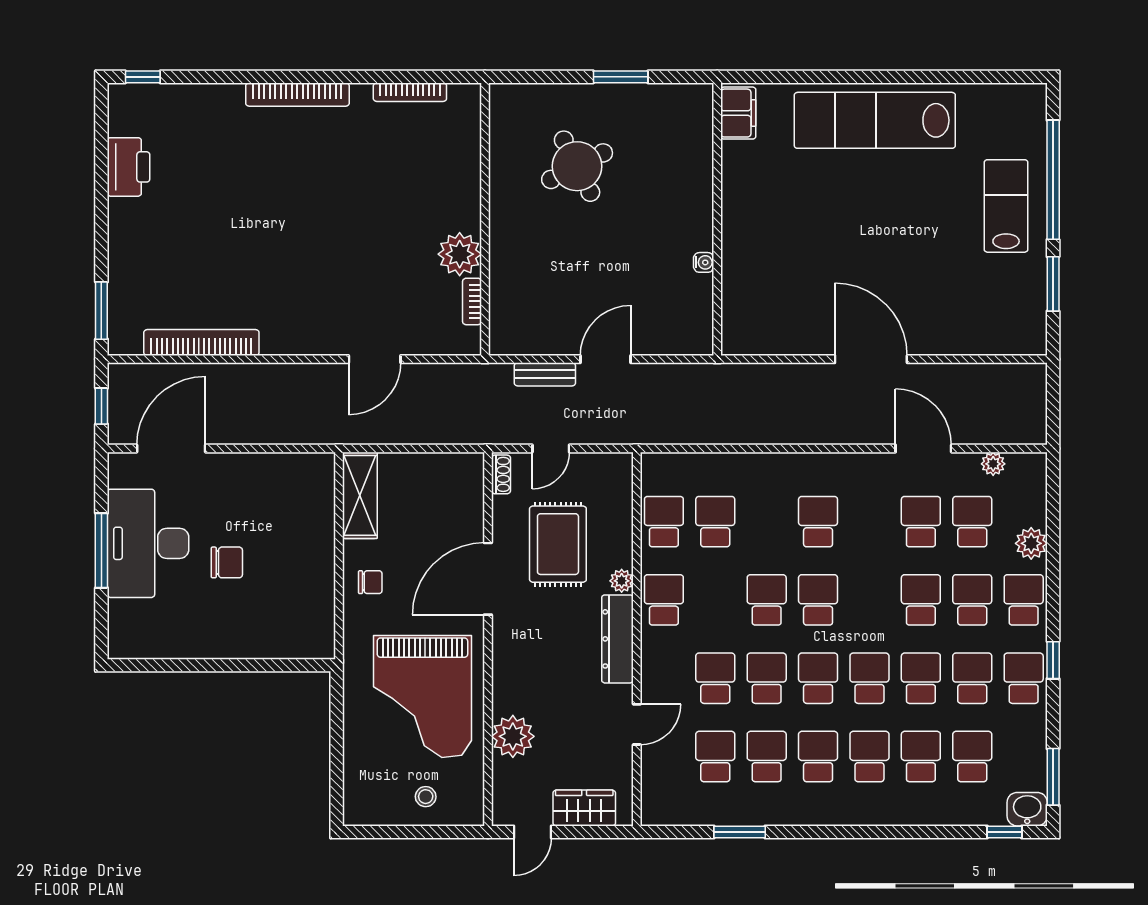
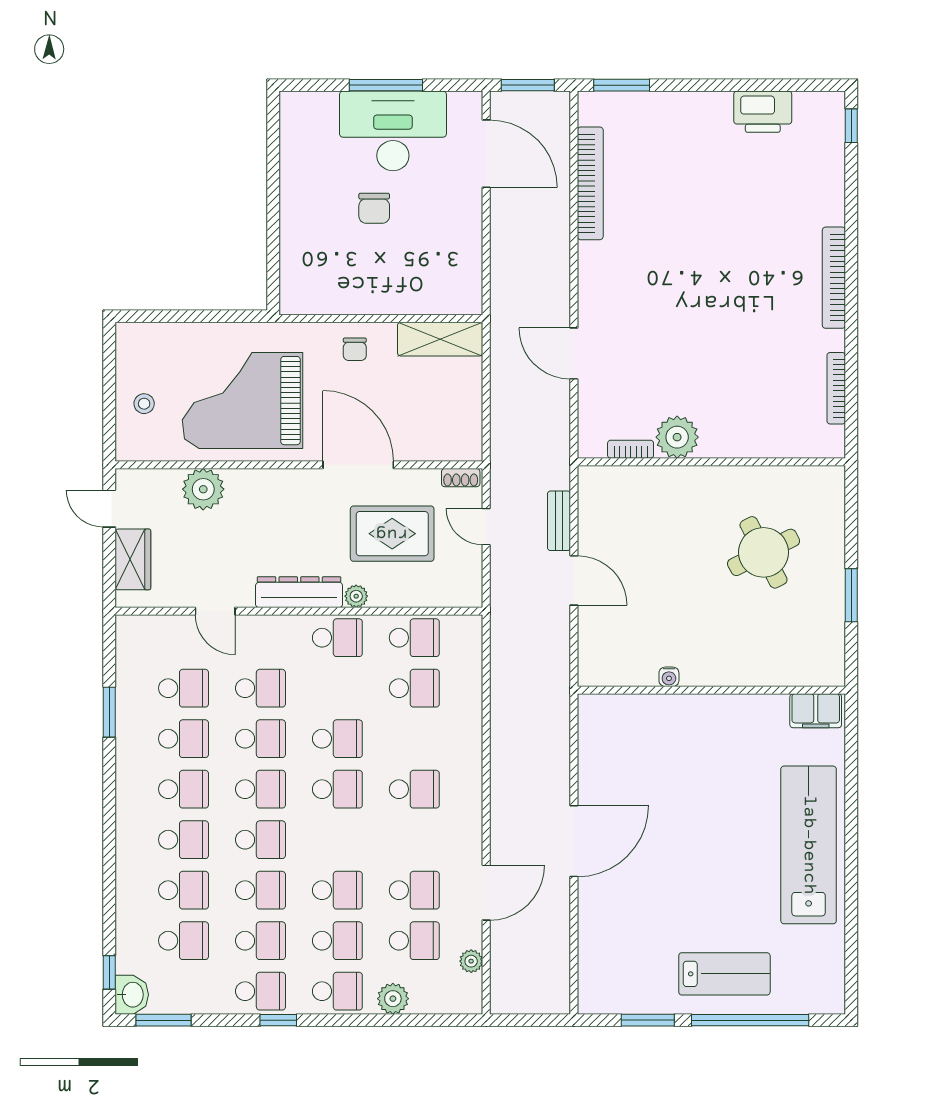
window: (101, 406) -> (528, 85), width x1.50

